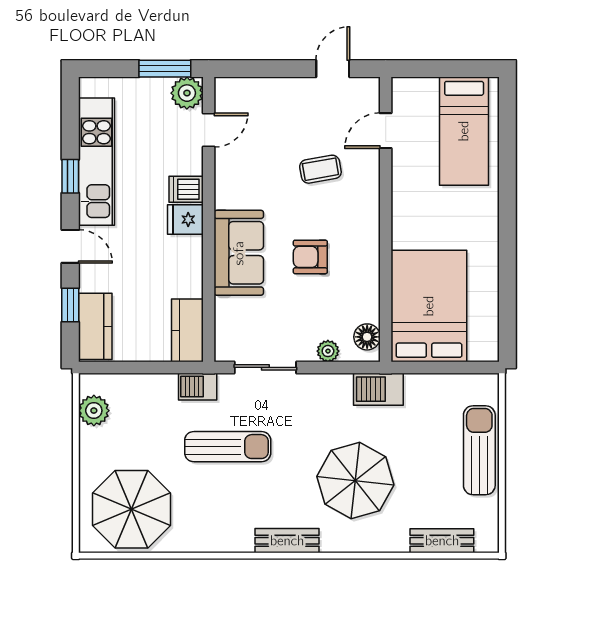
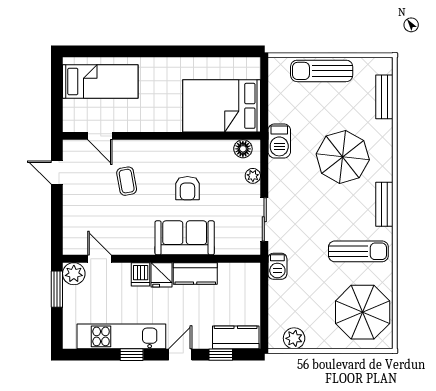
kitchen counter: (187, 330) -> (195, 273), moved
sun lounger: (228, 447) -> (358, 251), moved, turned 90

